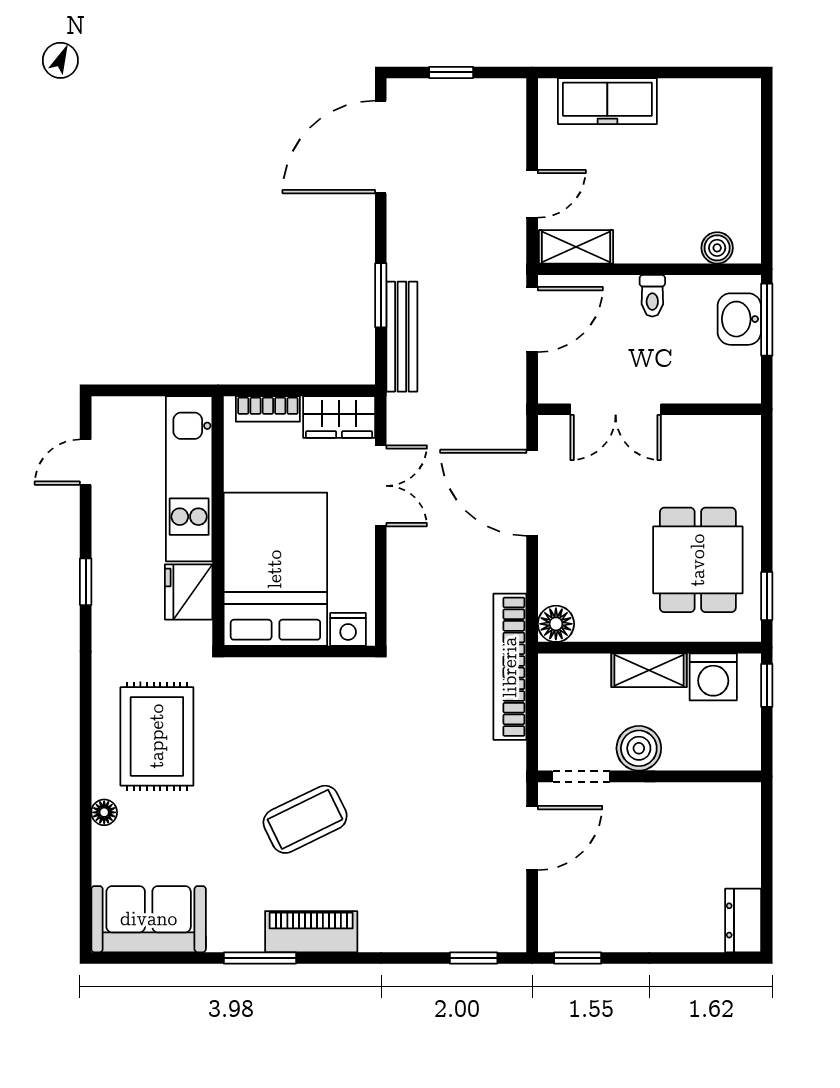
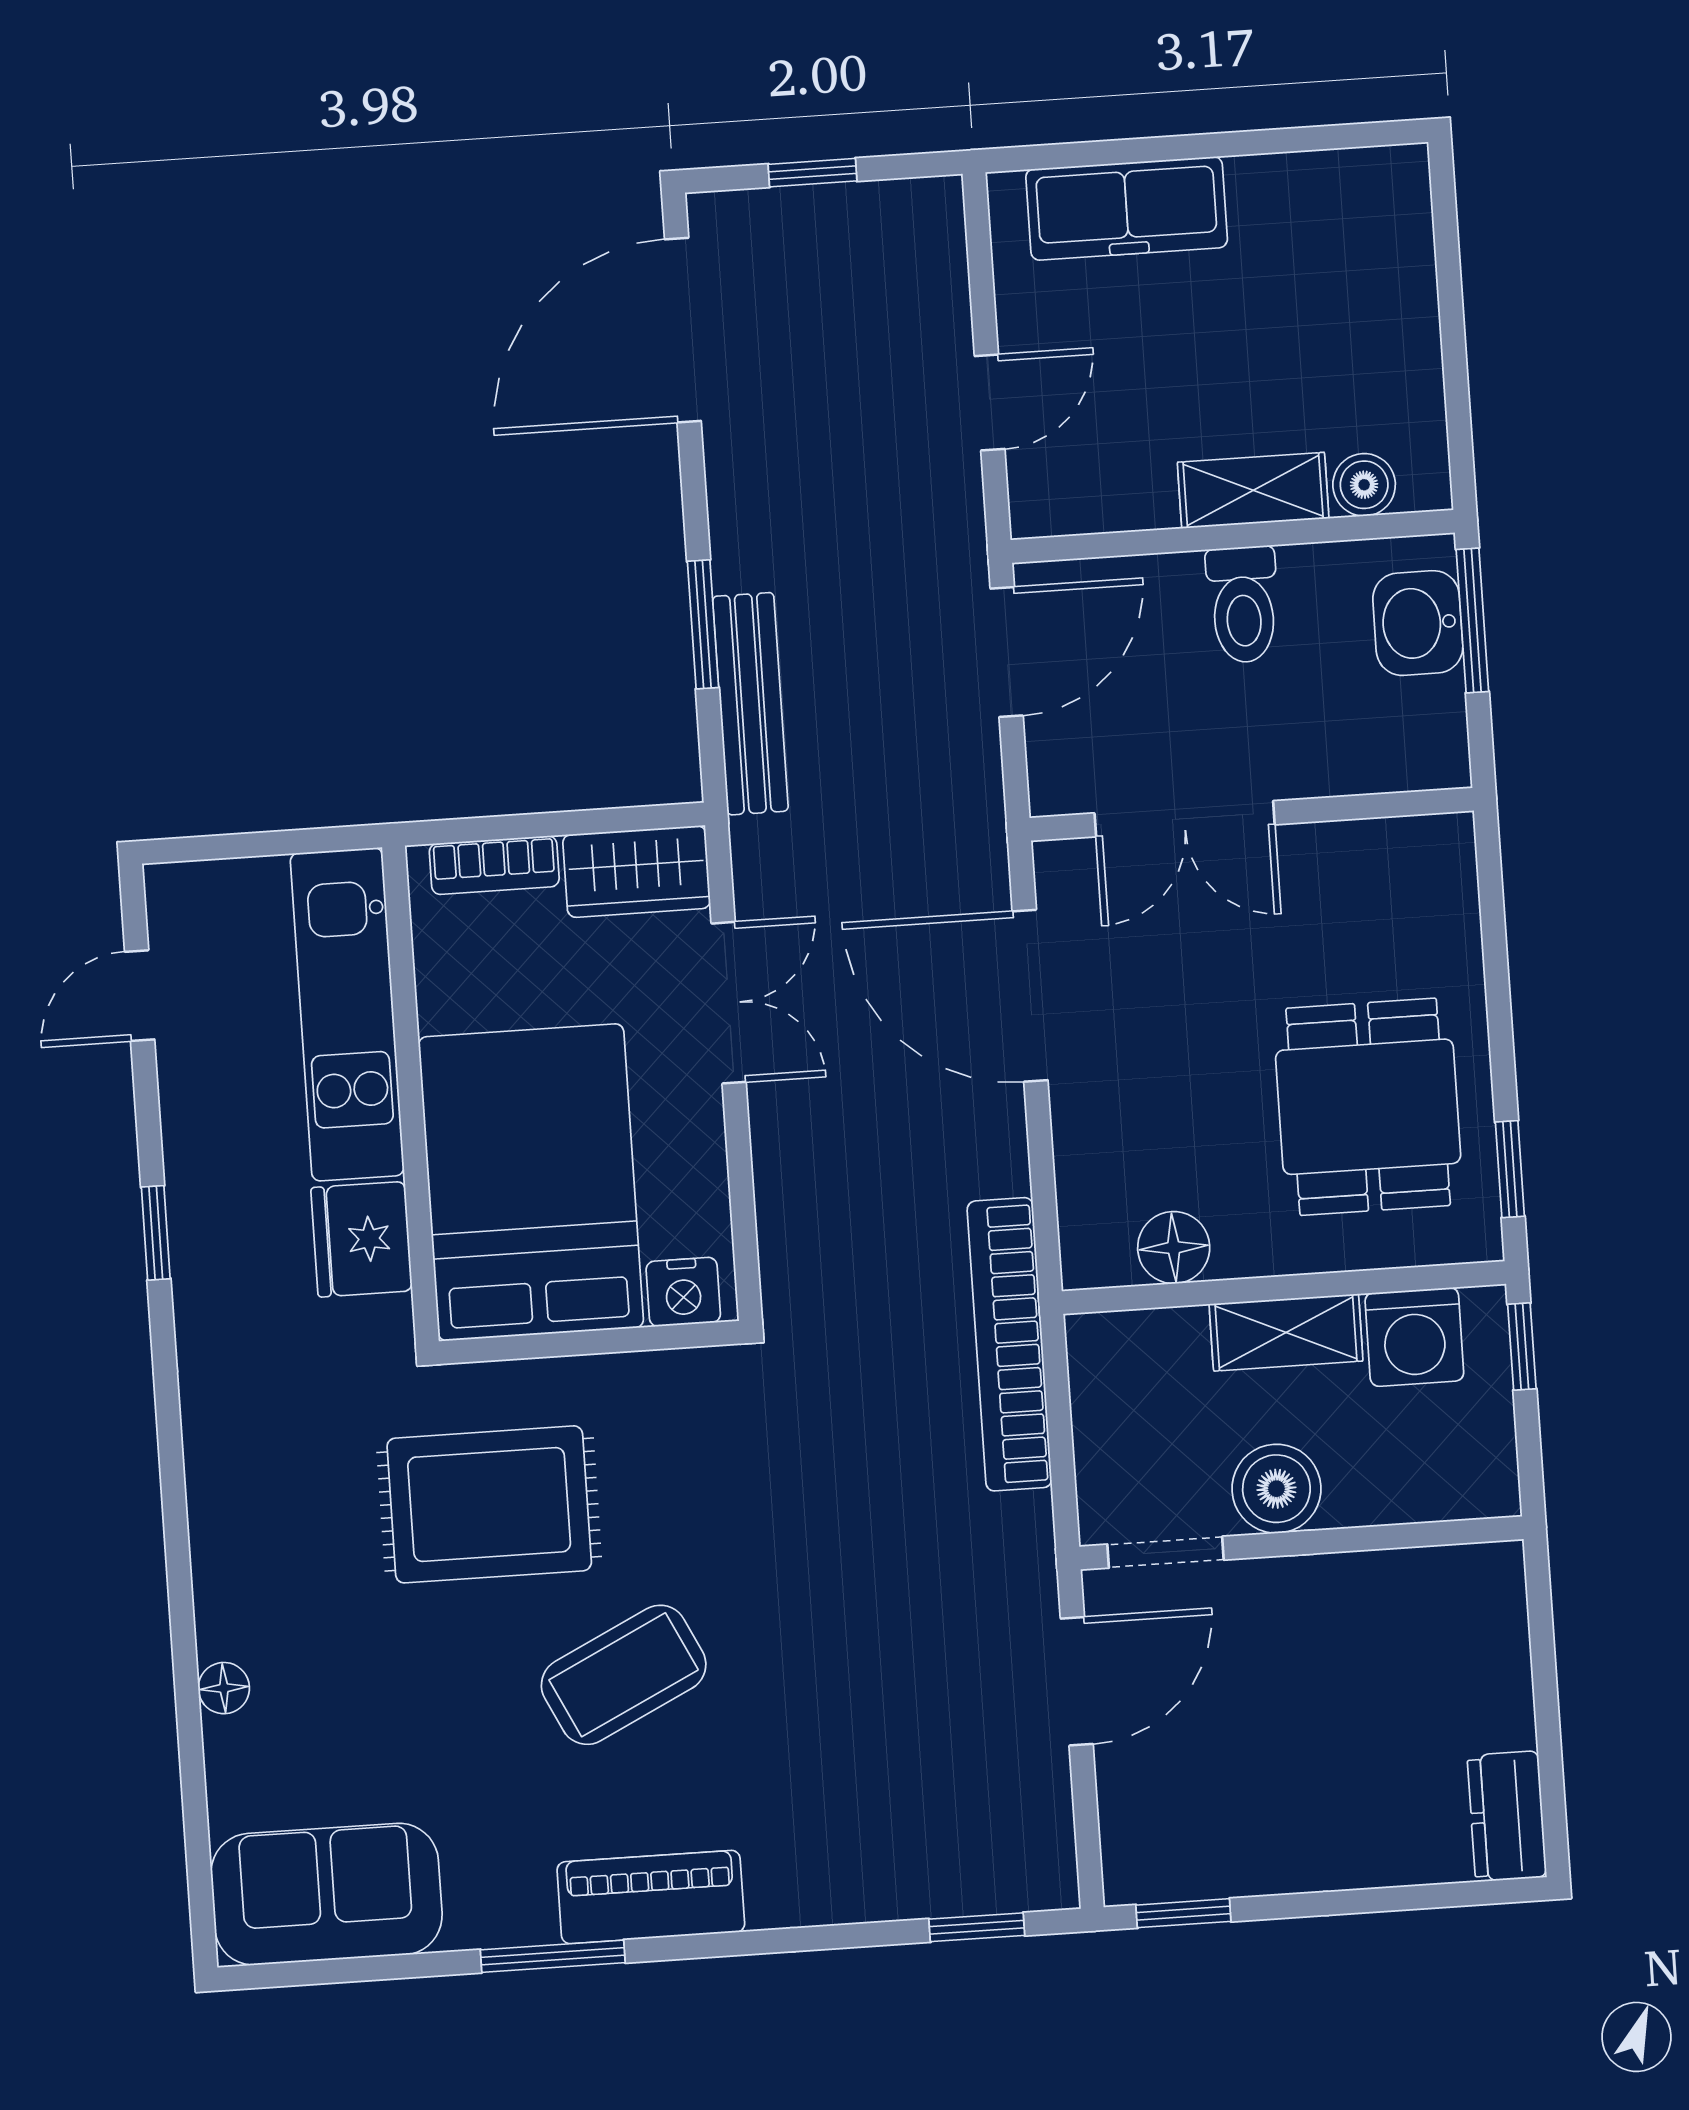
shelving: (576, 247) -> (1253, 490), moved
toilet: (652, 296) -> (1243, 605), width x1.37, depth x1.39
floor lamp: (556, 624) -> (1174, 1248), moved
rug: (157, 736) -> (489, 1504), moved, turned 90

